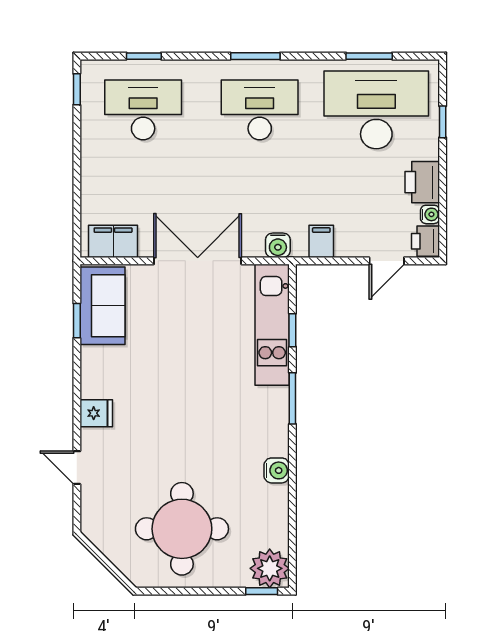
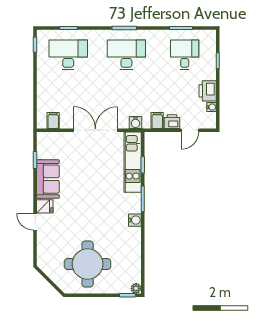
desk: (376, 110) -> (185, 55), width x0.53, depth x0.77
filing cabinet: (113, 241) -> (53, 120), width x0.50
printer: (425, 241) -> (172, 122), moved, turned 90
sofa: (103, 306) -> (48, 179), moved
door: (77, 468) -> (35, 222), moved
water cooler: (277, 470) -> (135, 220), moved
plant: (270, 568) -> (136, 288), width x0.53, depth x0.53

